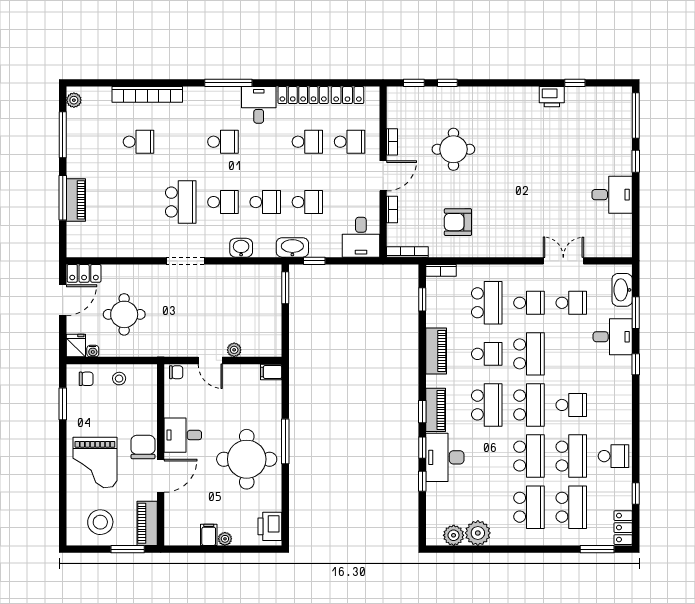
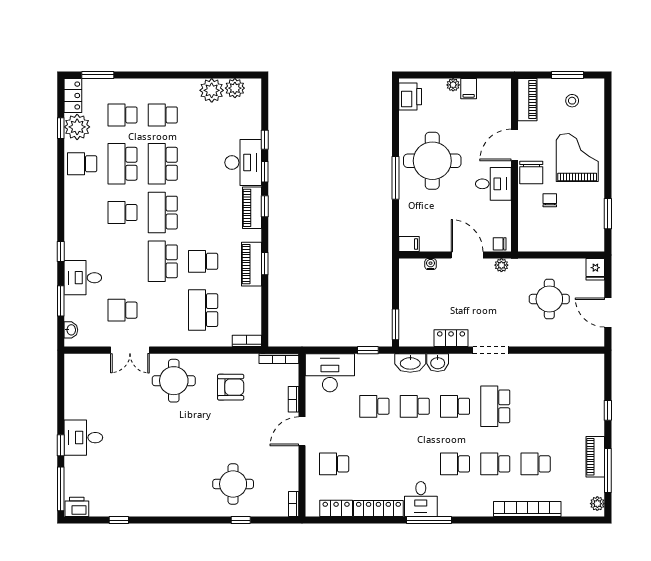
window: (228, 83) -> (429, 520), moved
window: (414, 83) -> (273, 520), removed
printer: (552, 97) -> (77, 507), moved
school desk: (307, 142) -> (495, 464), moved
bookcase: (392, 142) -> (294, 504), moved
round table: (453, 149) -> (233, 484), moved
desk: (612, 195) -> (83, 438), moved
window: (63, 198) -> (608, 410), width x0.46
piano: (76, 200) -> (595, 457), moved
round table: (518, 229) -> (174, 381), added
desk: (361, 237) -> (330, 373), width x1.37
washbasin: (292, 247) -> (410, 363), moved
locker: (84, 273) -> (451, 338), moved
washbasin: (622, 290) -> (71, 330), width x0.52, depth x0.69
window: (422, 299) -> (265, 264), moved
door: (63, 300) -> (608, 313), hinge flipped
school desk: (529, 303) -> (163, 310), removed
plant: (234, 350) -> (501, 265), moved
water cooler: (93, 351) -> (431, 264), moved
door: (210, 360) -> (467, 255), width x1.38
chair: (86, 379) -> (550, 200), moved, turned 90
stool: (119, 379) -> (554, 238), removed
school desk: (487, 405) -> (203, 213), removed
plant: (619, 495) -> (77, 127), added
school desk: (529, 507) -> (163, 115), width x0.54
school desk: (571, 507) -> (122, 115), width x0.54
stool: (100, 522) -> (572, 101), width x0.53, depth x0.53
window: (128, 549) -> (568, 75), moved

